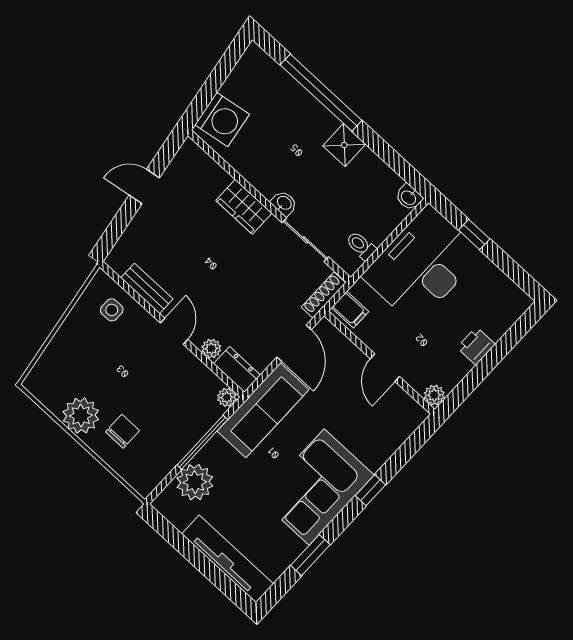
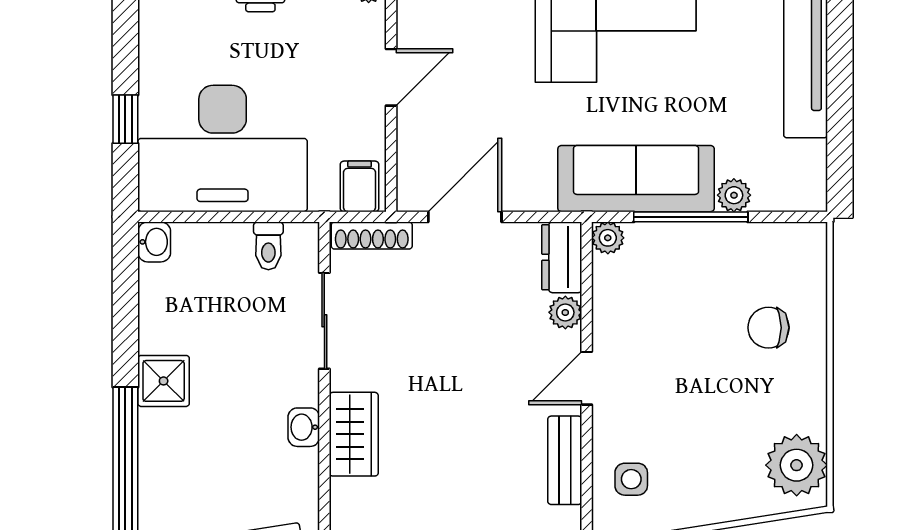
washbasin: (284, 203) -> (304, 427), moved
sofa: (263, 410) -> (636, 179), moved
plant: (81, 416) -> (797, 465), moved
plant: (195, 482) -> (734, 195), width x0.53, depth x0.53

